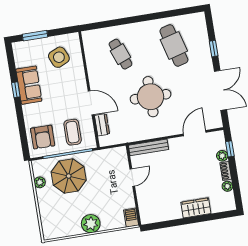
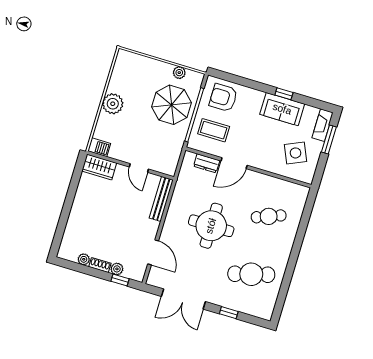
fireplace: (26, 46) -> (323, 125), added
wardrobe: (196, 208) -> (99, 167), moved, turned 90

